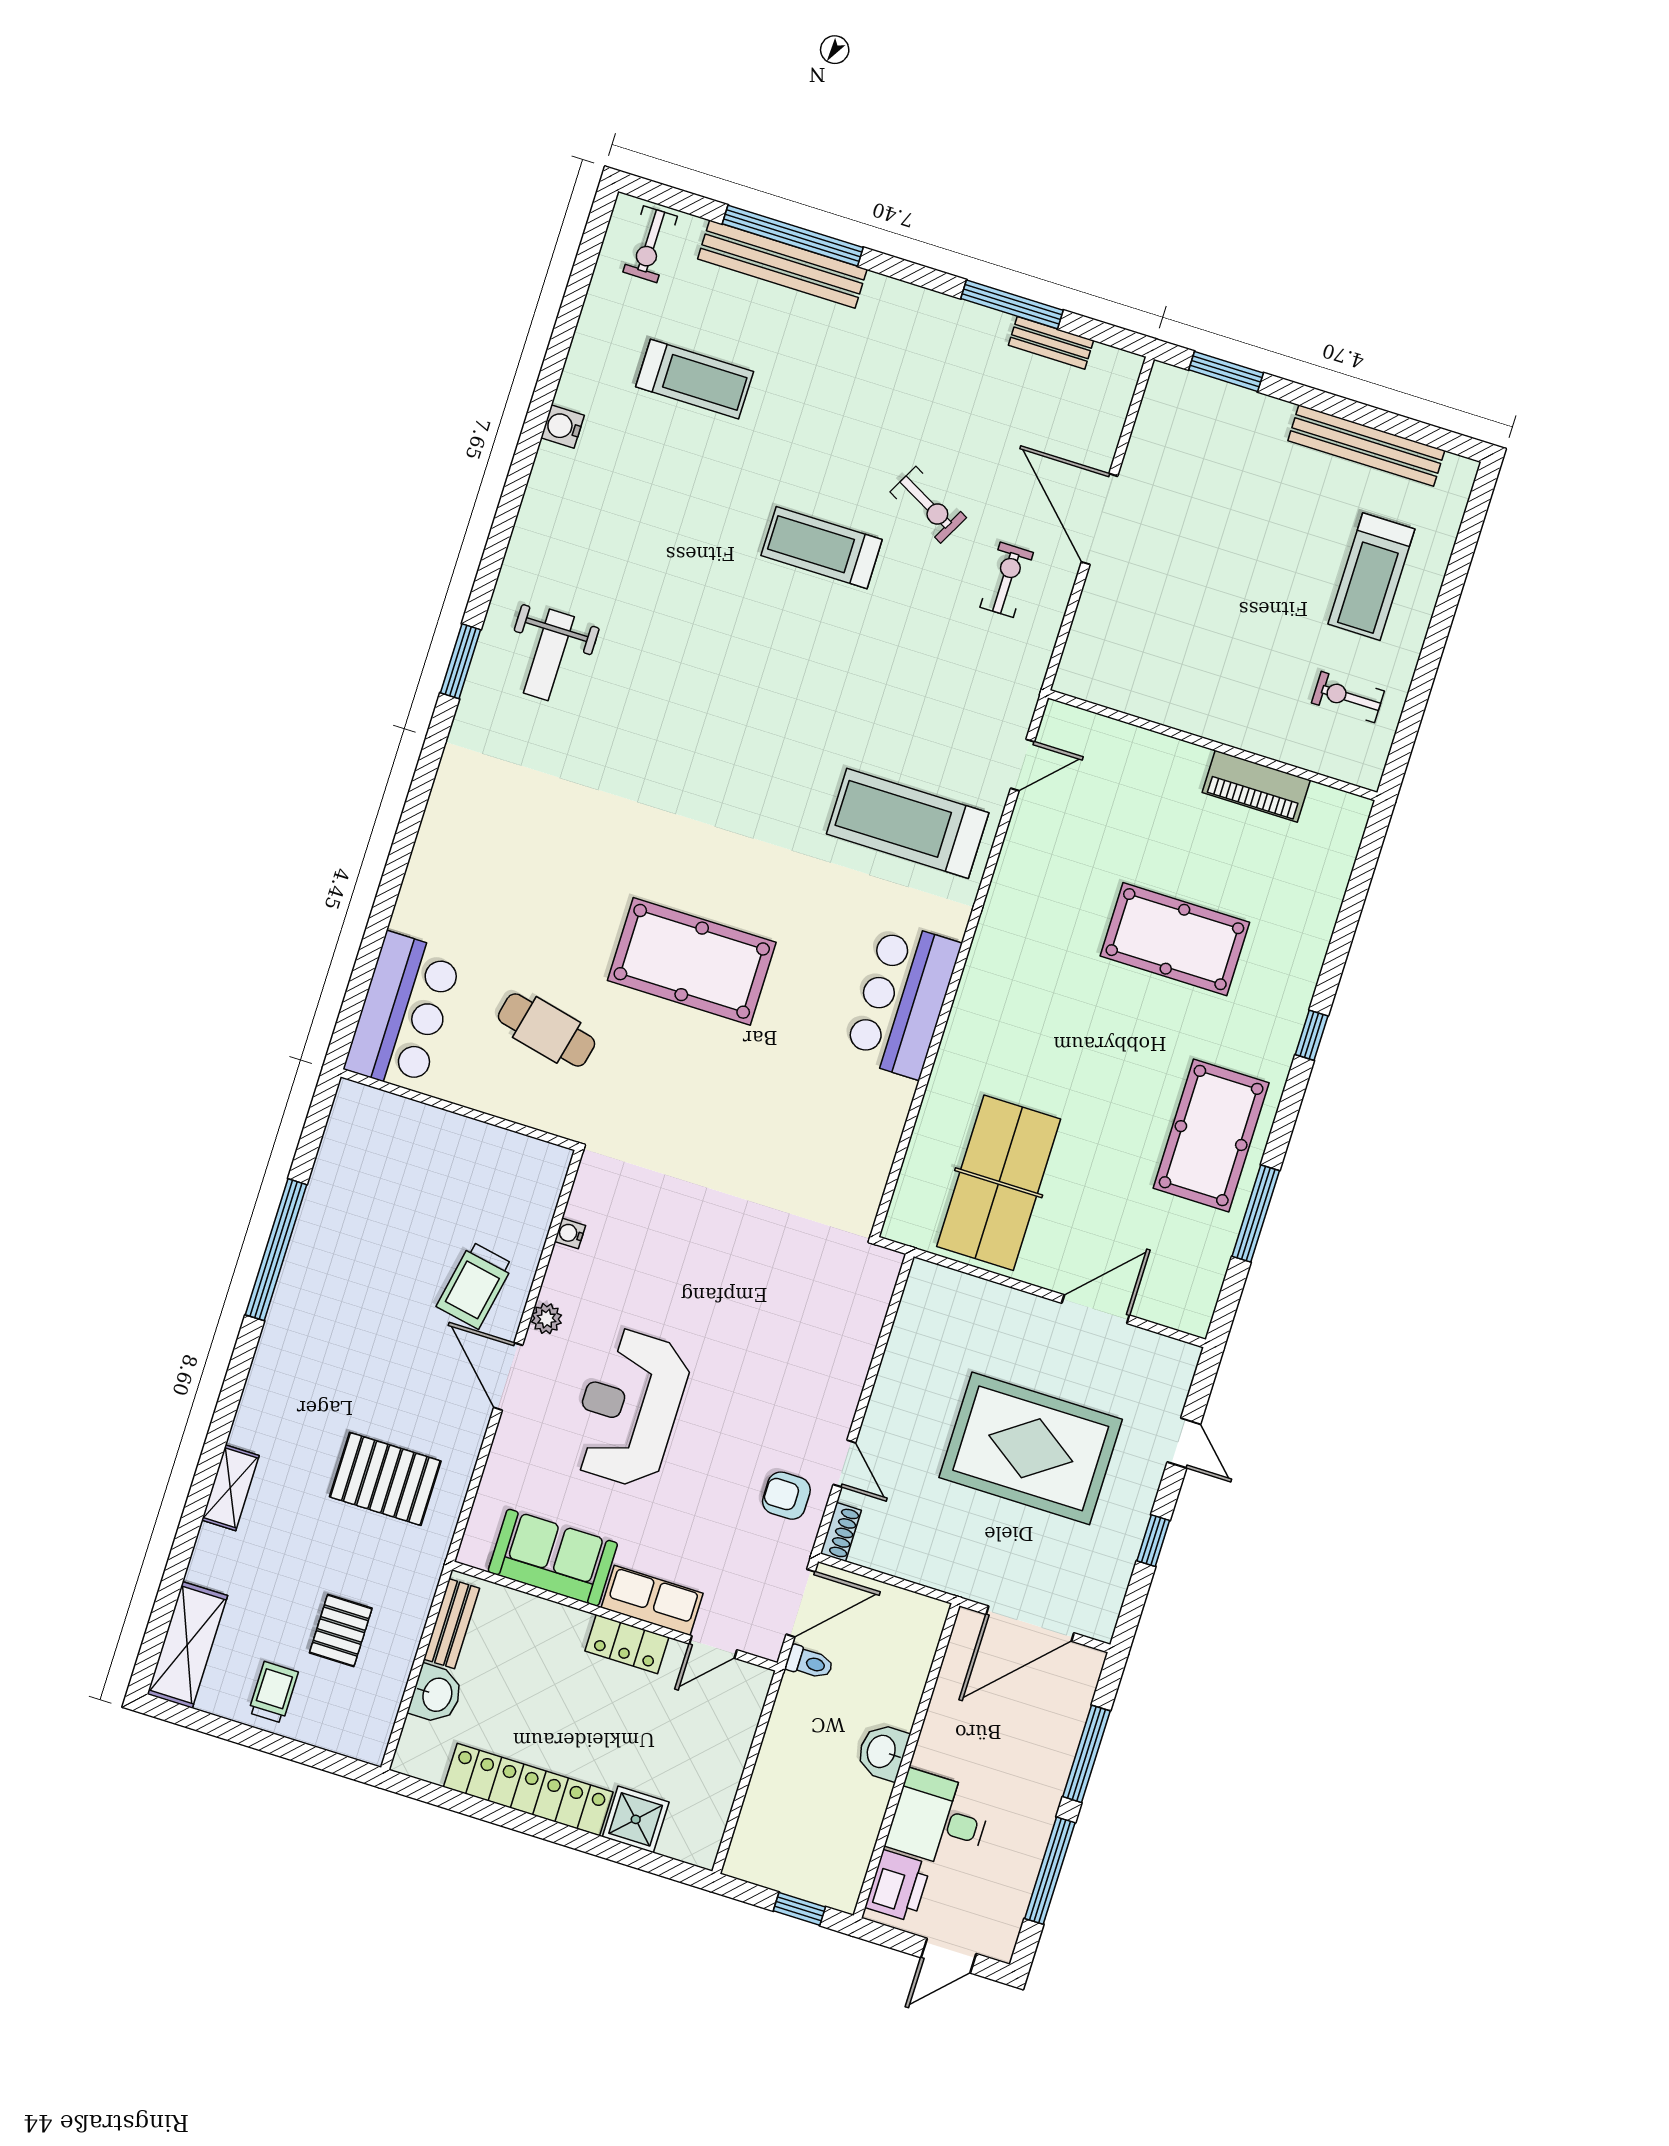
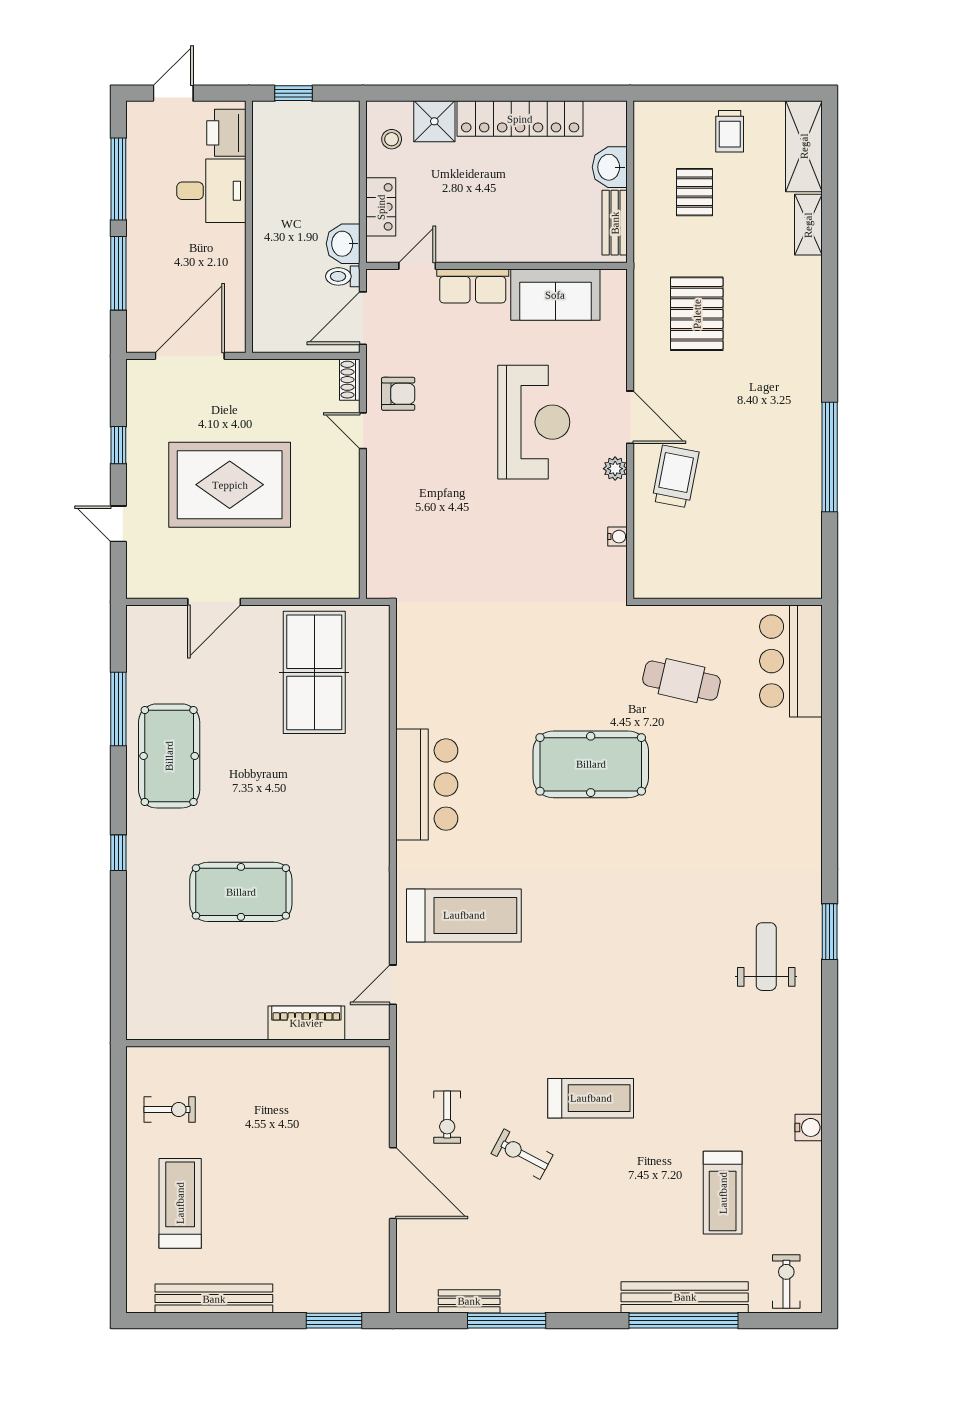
treadmill: (695, 379) -> (723, 1193), turned -90
piano: (1256, 786) -> (306, 1023), moved
pallet: (385, 1479) -> (697, 314), turned 90
shelving: (230, 1488) -> (808, 225), moved
locker: (627, 1644) -> (381, 207), moved, turned 90
washbasin: (882, 1752) -> (343, 244), moved, turned 180
stool: (696, 1814) -> (392, 139), added

